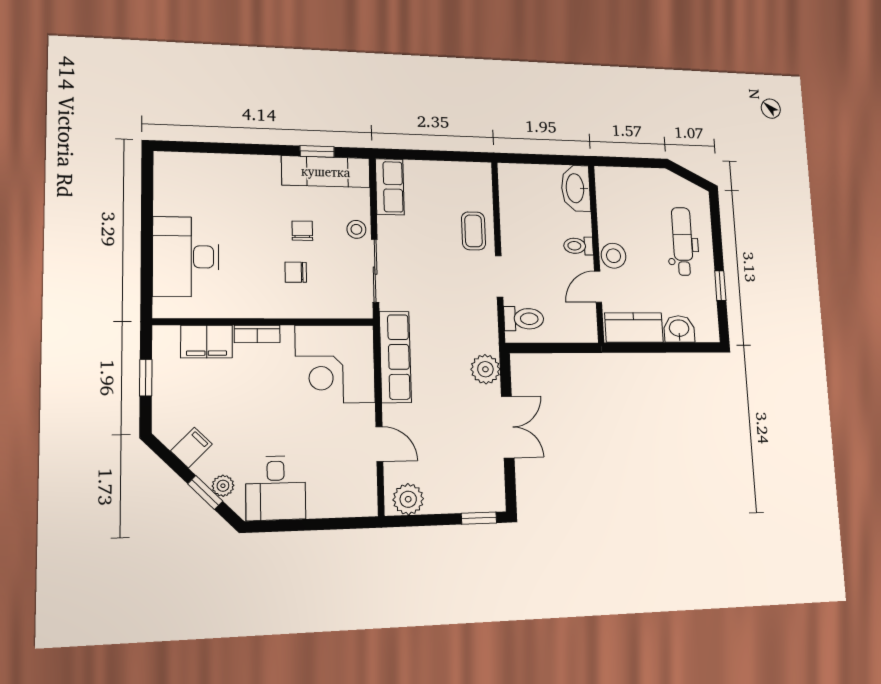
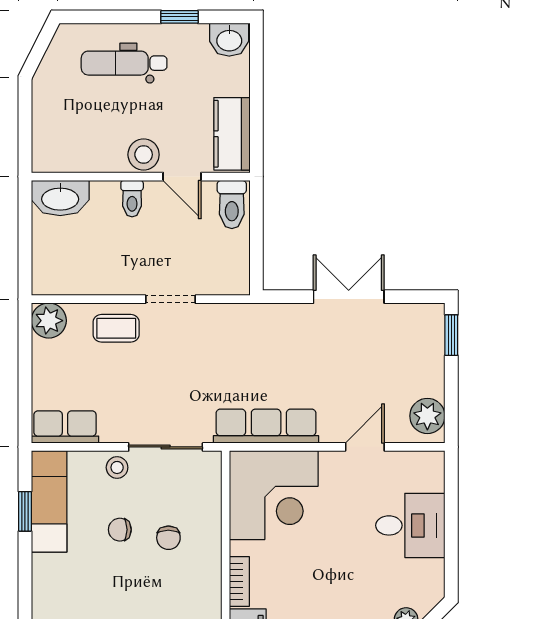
toilet: (524, 319) -> (232, 204), moved, turned 180
washbasin: (679, 329) -> (229, 40), moved, turned -90
plant: (485, 369) -> (49, 321), moved
desk: (276, 488) -> (410, 525), moved

